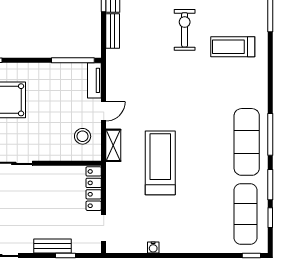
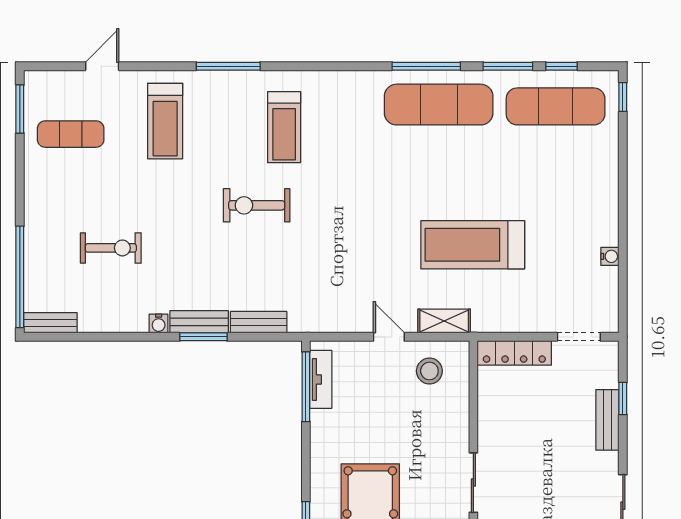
tv unit: (94, 80) -> (321, 379), moved, turned -90

